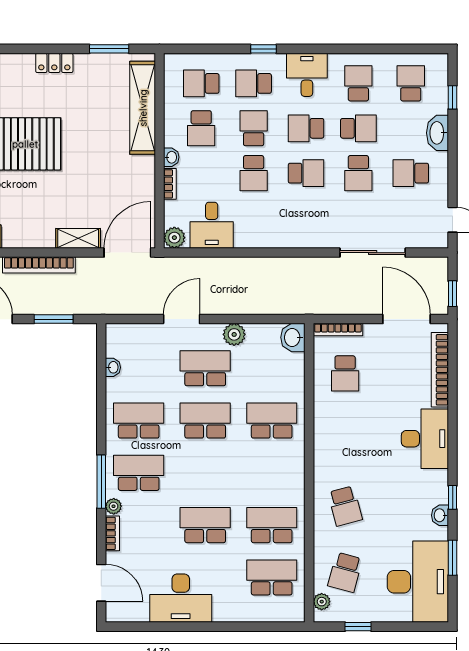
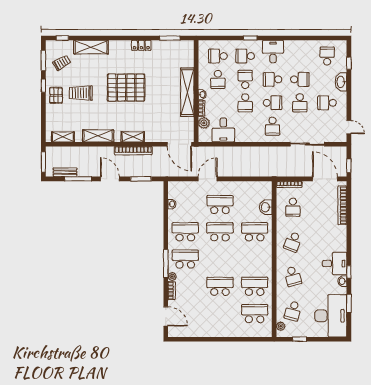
school desk: (358, 83) -> (273, 126), moved, turned 180
shelving: (143, 108) -> (187, 92), moved
shelving: (78, 238) -> (133, 137), moved
plant: (174, 238) -> (204, 123), moved
door: (127, 253) -> (179, 144), swing flipped
plant: (234, 334) -> (235, 187), removed
washbasin: (293, 337) -> (266, 207), moved
desk: (425, 439) -> (334, 264), moved, width x0.73
school desk: (345, 440) -> (293, 242), added
desk: (181, 598) -> (207, 324), removed

